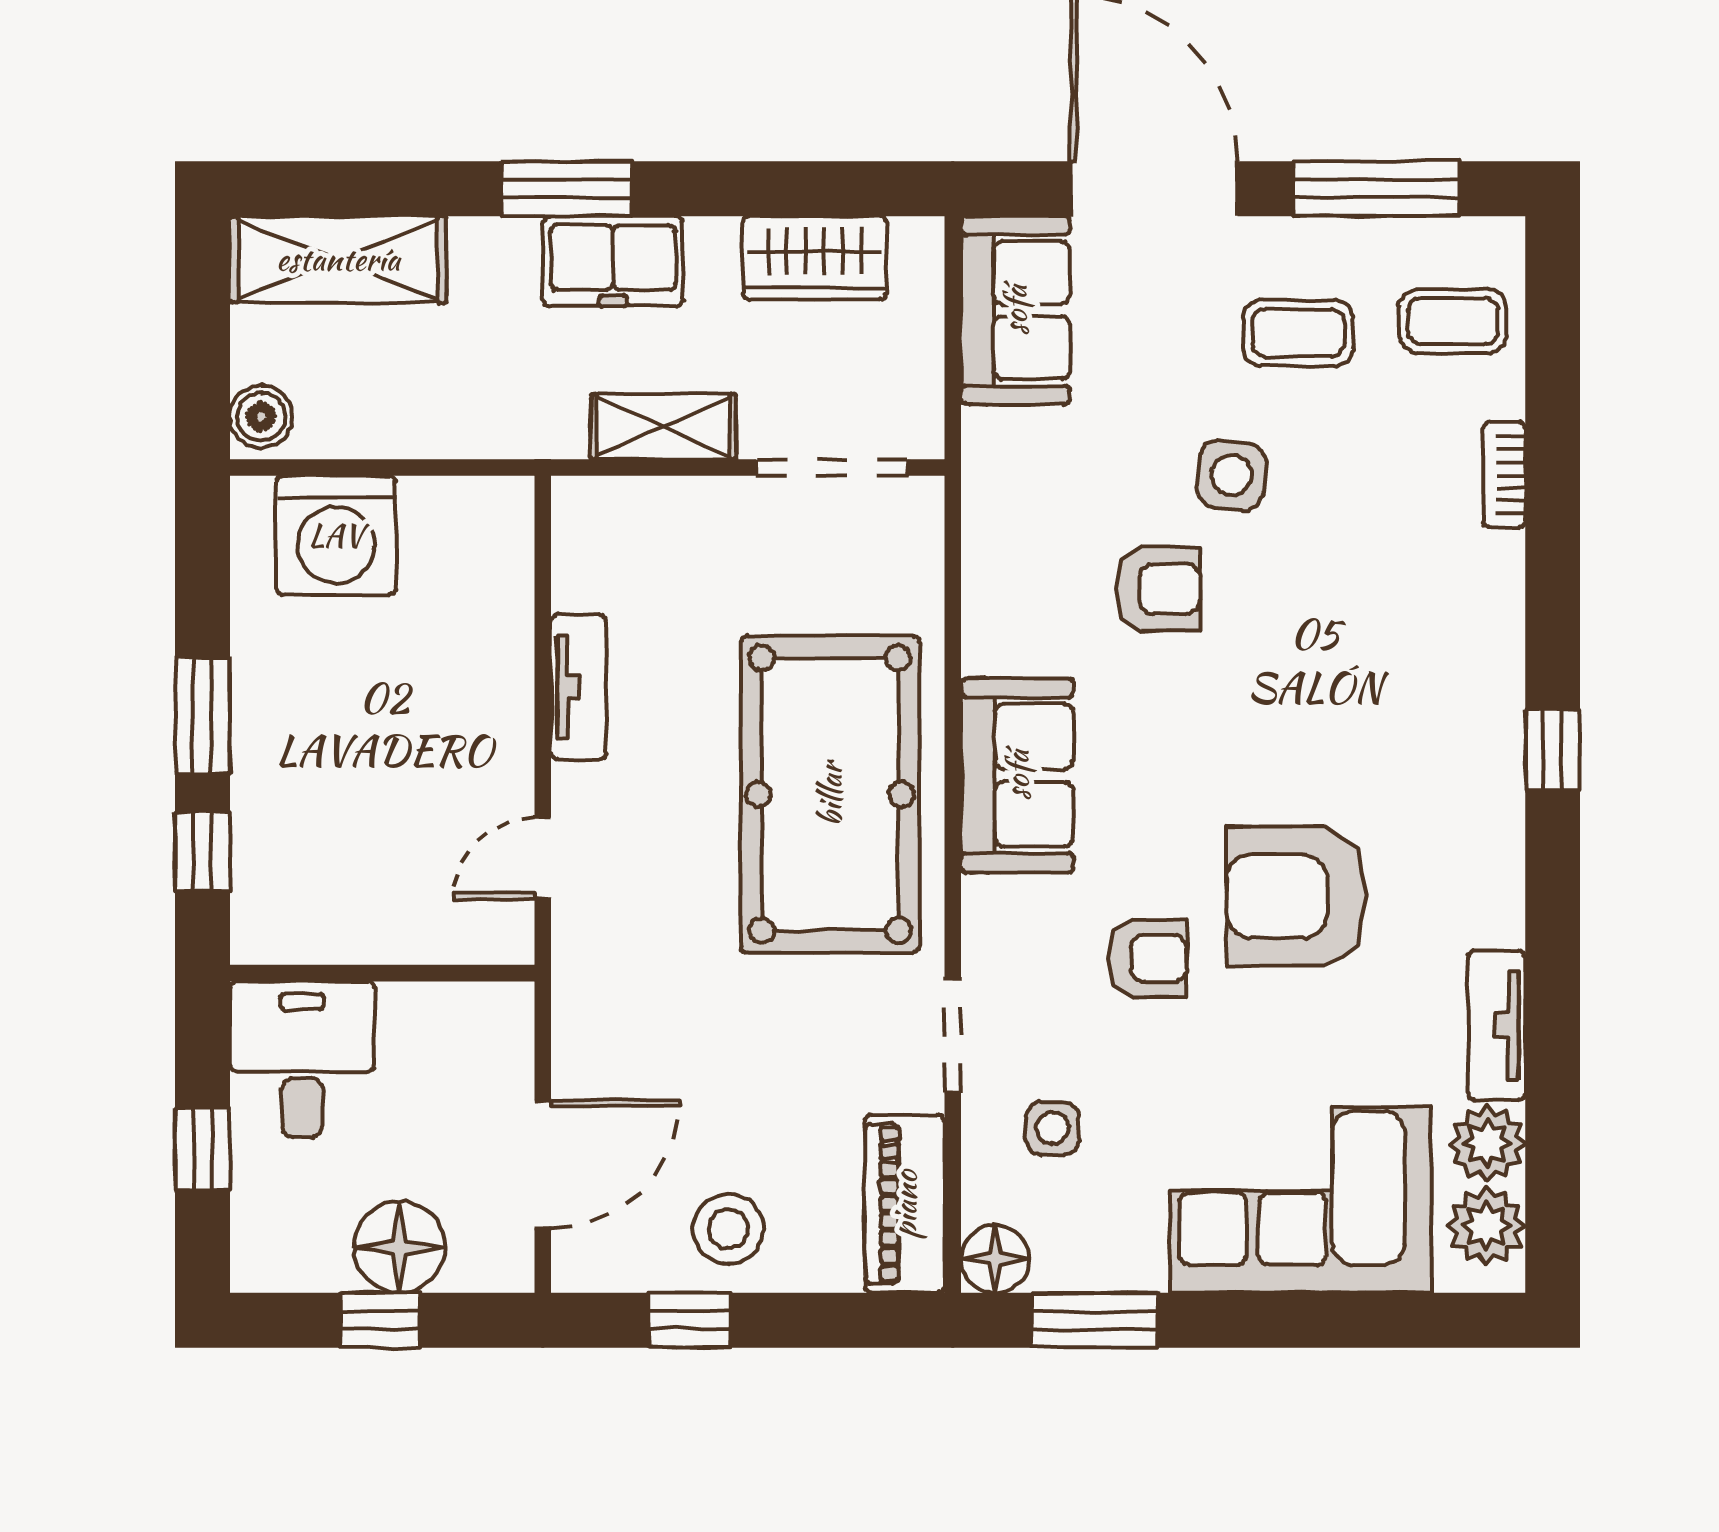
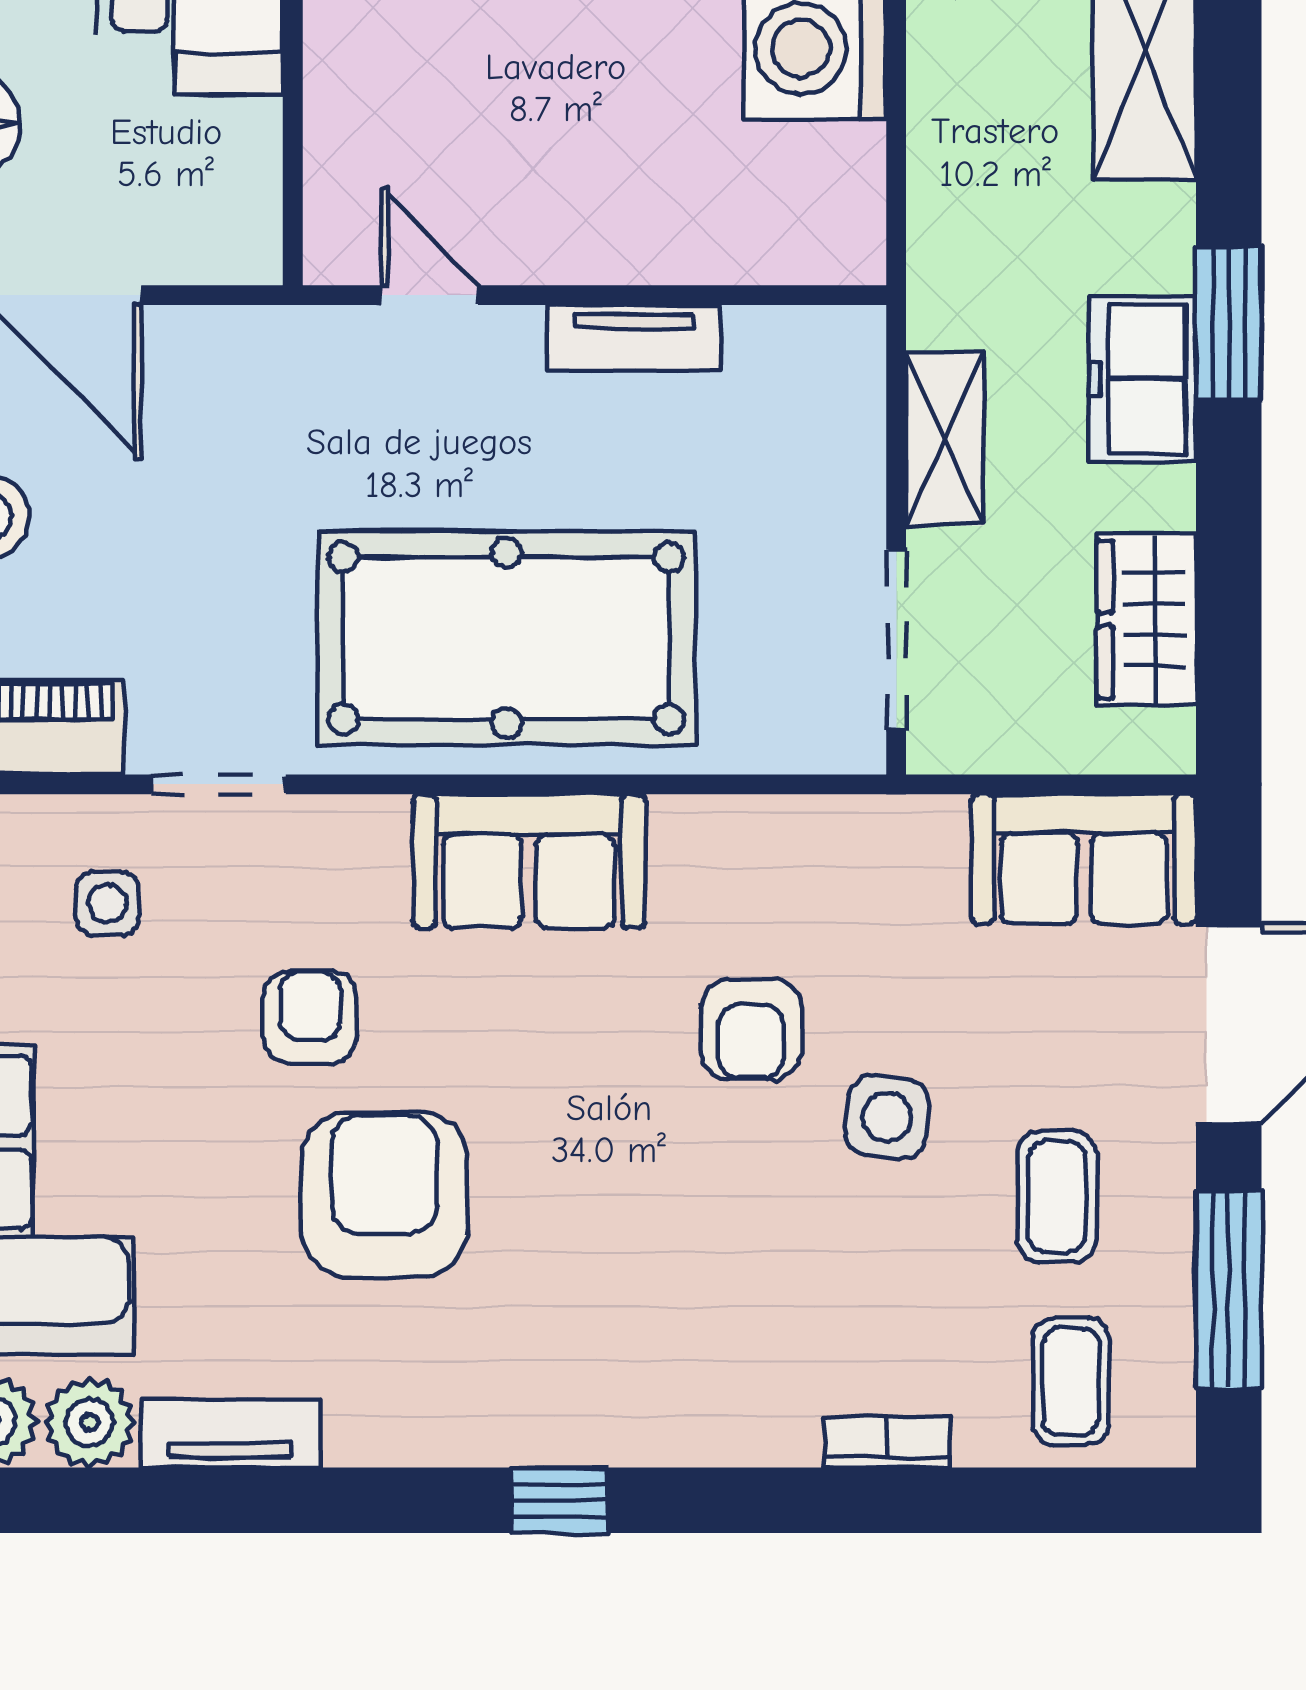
armchair: (1148, 959) -> (310, 1017), turned 180

